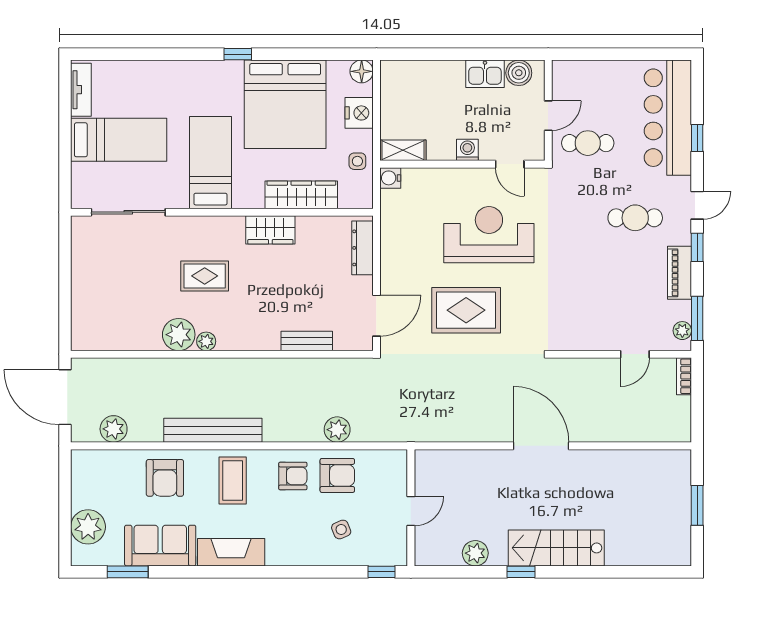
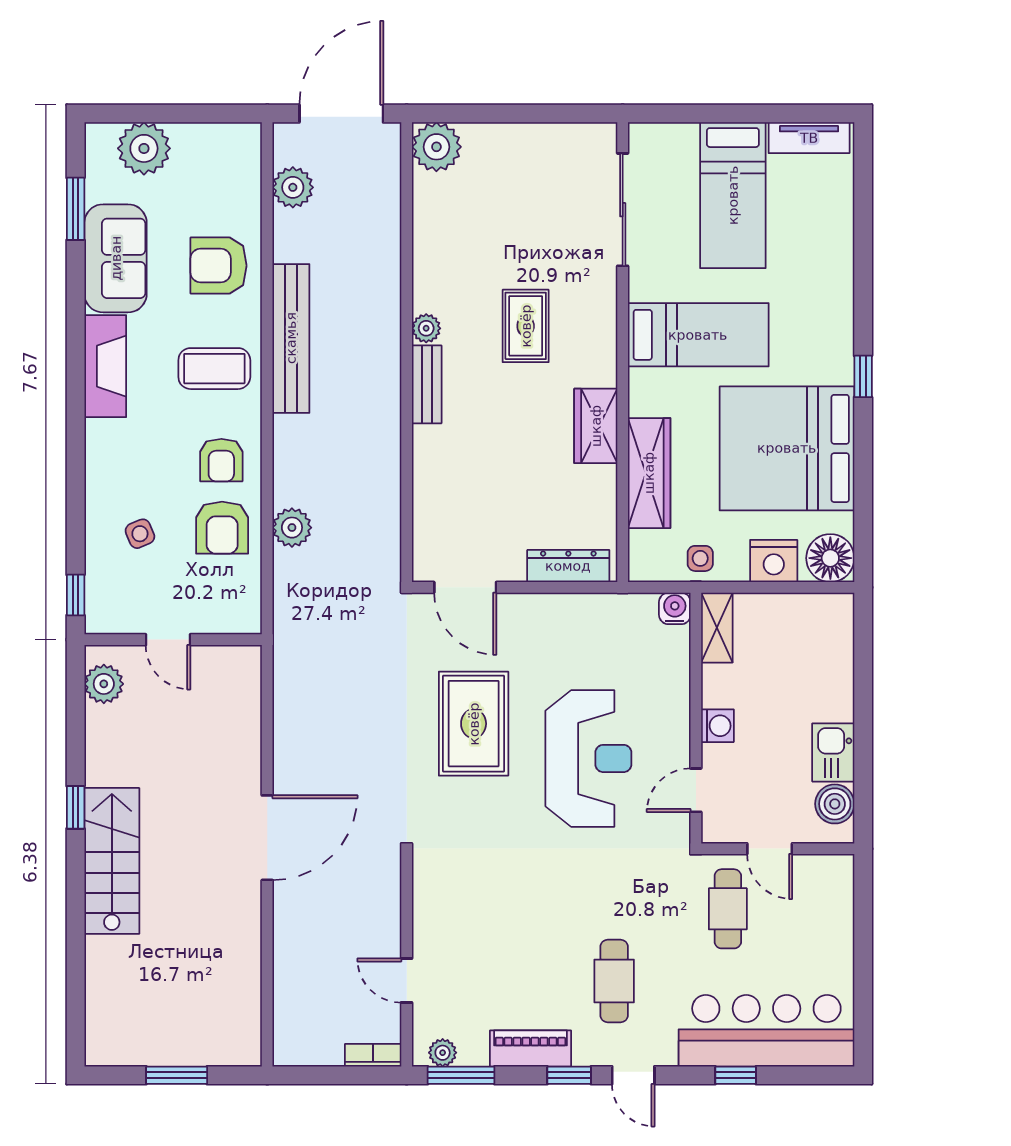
floor lamp: (362, 71) -> (830, 558), width x1.38, depth x1.38
plant: (179, 335) -> (436, 147), moved
bench: (307, 341) -> (427, 384), moved
plant: (475, 553) -> (104, 684), moved

